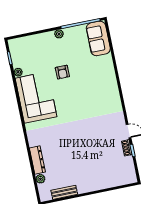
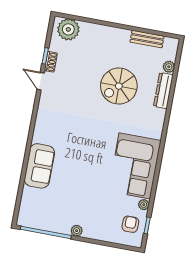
sofa: (98, 38) -> (39, 166), moved
armchair: (62, 72) -> (130, 224), moved
spiral stairs: (71, 150) -> (119, 86), added
plant: (124, 176) -> (68, 29), added

